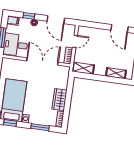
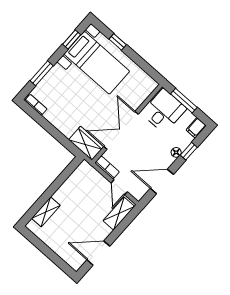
double door: (42, 62) -> (121, 130), swing flipped
shelving: (83, 68) -> (119, 214), moved
wardrobe: (59, 100) -> (86, 143), moved

